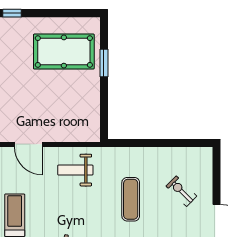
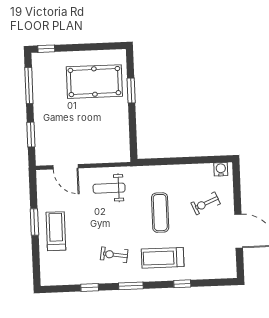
water cooler: (200, 154) -> (221, 169), added
exercise bike: (181, 191) -> (206, 203), turned -68

